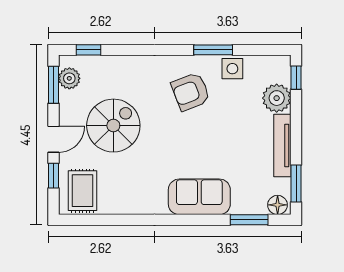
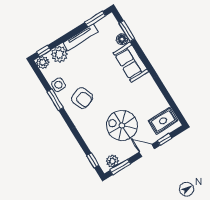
plant: (280, 66) -> (43, 62), added
floor lamp: (278, 205) -> (122, 39), moved

